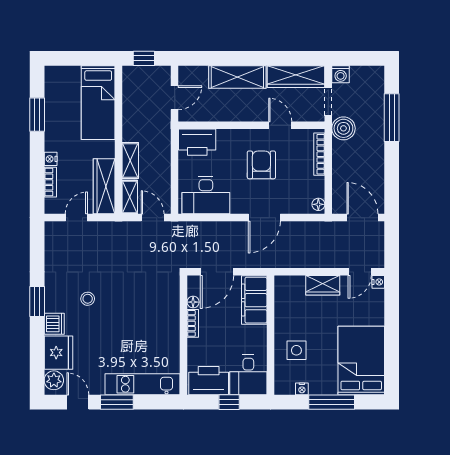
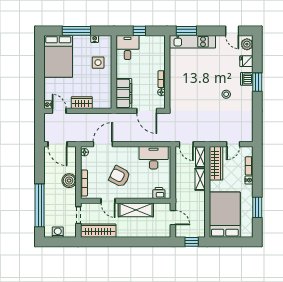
washing machine: (341, 74) -> (58, 232), moved
shelving: (237, 77) -> (136, 210), moved
door: (175, 98) -> (173, 218), swing flipped
bed: (98, 103) -> (225, 215), width x1.50
window: (392, 118) -> (40, 205), width x1.46
boiler: (343, 128) -> (69, 181), moved
printer: (197, 142) -> (159, 193), width x0.53, depth x0.68
armchair: (261, 165) -> (120, 176), turned 117
door: (264, 218) -> (103, 144), moved
door: (217, 272) -> (147, 111), swing flipped
door: (360, 272) -> (59, 111), hinge flipped
window: (37, 302) -> (257, 82), moved
fridge: (58, 353) -> (246, 61), width x0.53, depth x0.75
printer: (209, 381) -> (152, 44), removed
window: (117, 402) -> (186, 31), moved

